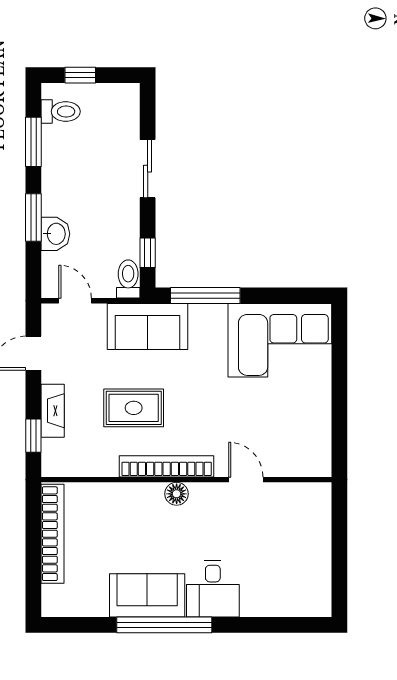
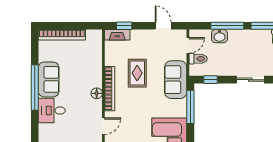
window: (33, 218) -> (227, 26), width x1.44
toilet: (128, 279) -> (198, 59), moved
fireplace: (53, 411) -> (117, 35), moved
bookcase: (52, 534) -> (62, 35), moved

